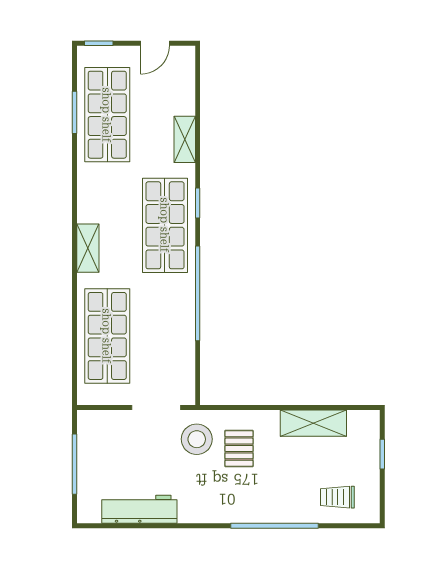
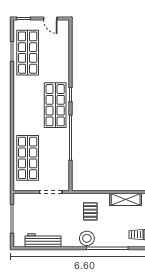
door: (155, 43) -> (50, 18), hinge flipped
shelving: (185, 139) -> (64, 64), removed
shelving: (88, 248) -> (18, 116), removed
stool: (197, 439) -> (87, 238), moved

